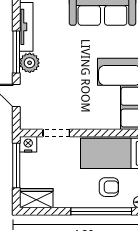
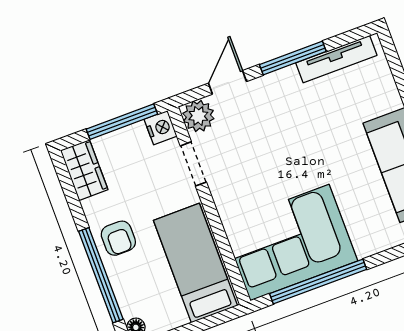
plant: (30, 63) -> (198, 116), moved
armchair: (109, 187) -> (118, 238), moved

